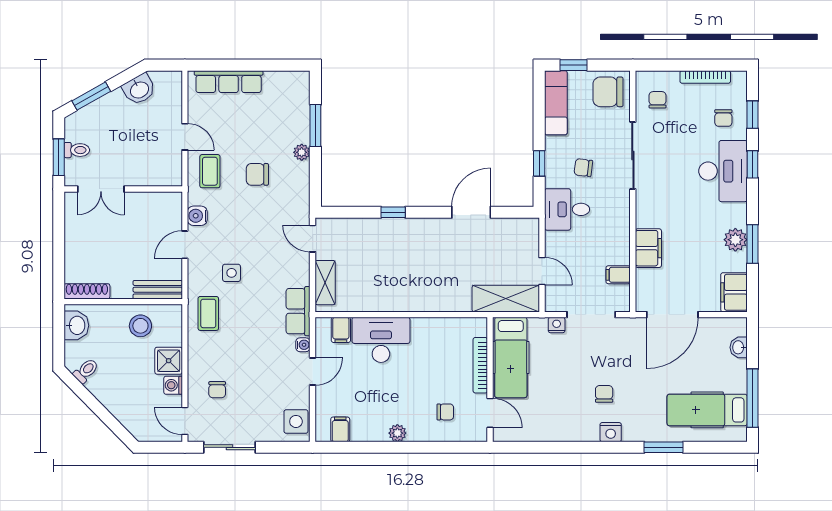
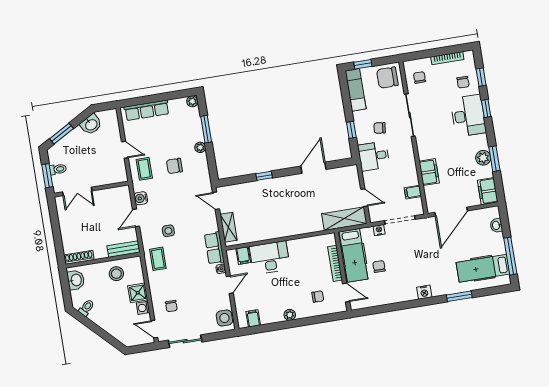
plant: (301, 79) -> (192, 101), added
chair: (604, 394) -> (379, 266), moved

